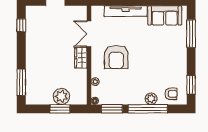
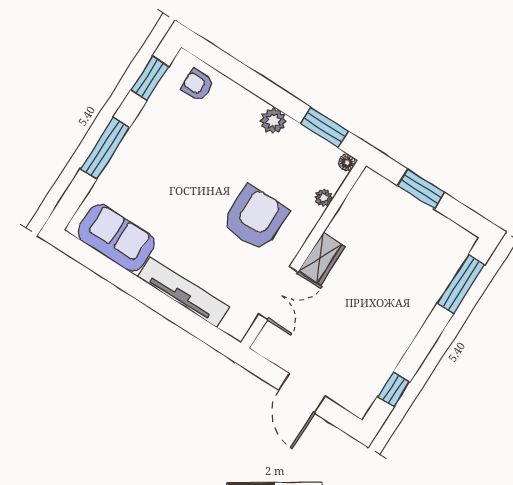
window: (191, 34) -> (105, 148), moved
plant: (61, 96) -> (404, 210), removed
plant: (151, 99) -> (273, 121), moved
window: (148, 109) -> (258, 85), removed

